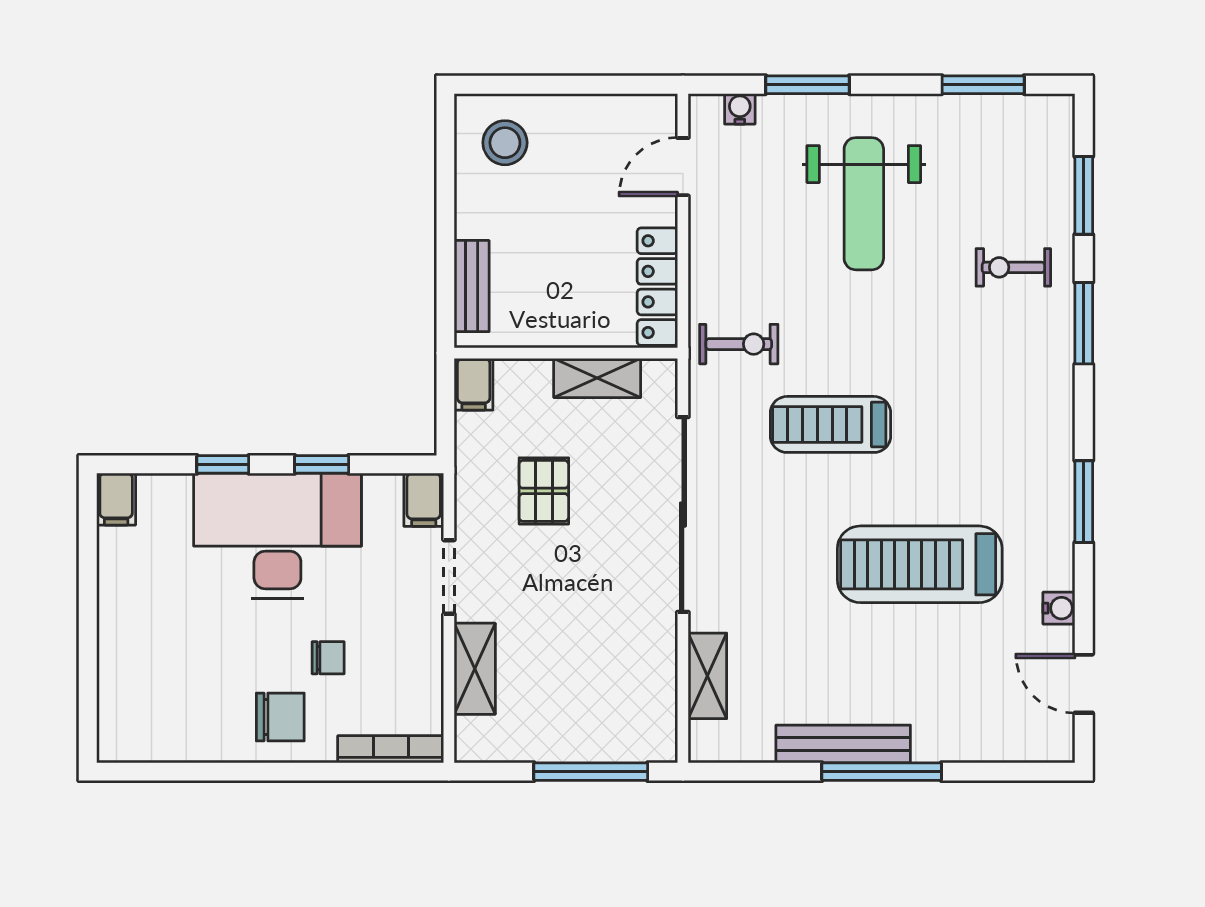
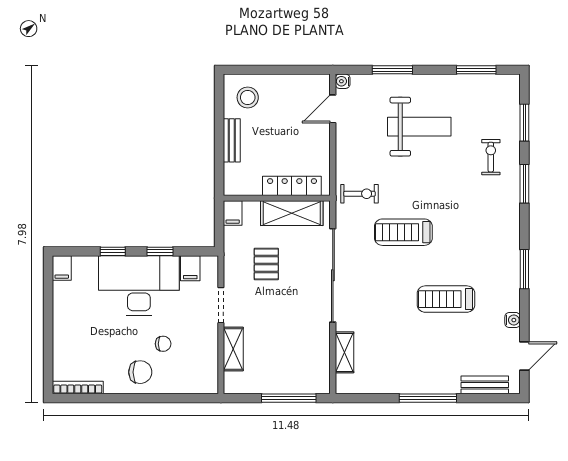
water cooler: (740, 109) -> (343, 81), moved, turned -90
weight bench: (864, 204) -> (419, 127), turned -90
exercise bike: (1013, 267) -> (491, 157), turned 90
bench: (472, 286) -> (232, 140), moved
locker: (657, 287) -> (292, 186), moved, turned 90
shelving: (597, 378) -> (292, 213), width x1.50, depth x1.33
filing cabinet: (424, 500) -> (190, 268), moved
treadmill: (920, 564) -> (446, 299), width x0.73, depth x0.73
door: (1084, 684) -> (524, 356), swing flipped
bench: (843, 744) -> (485, 385), moved, width x0.73
bookcase: (391, 749) -> (78, 388), moved

